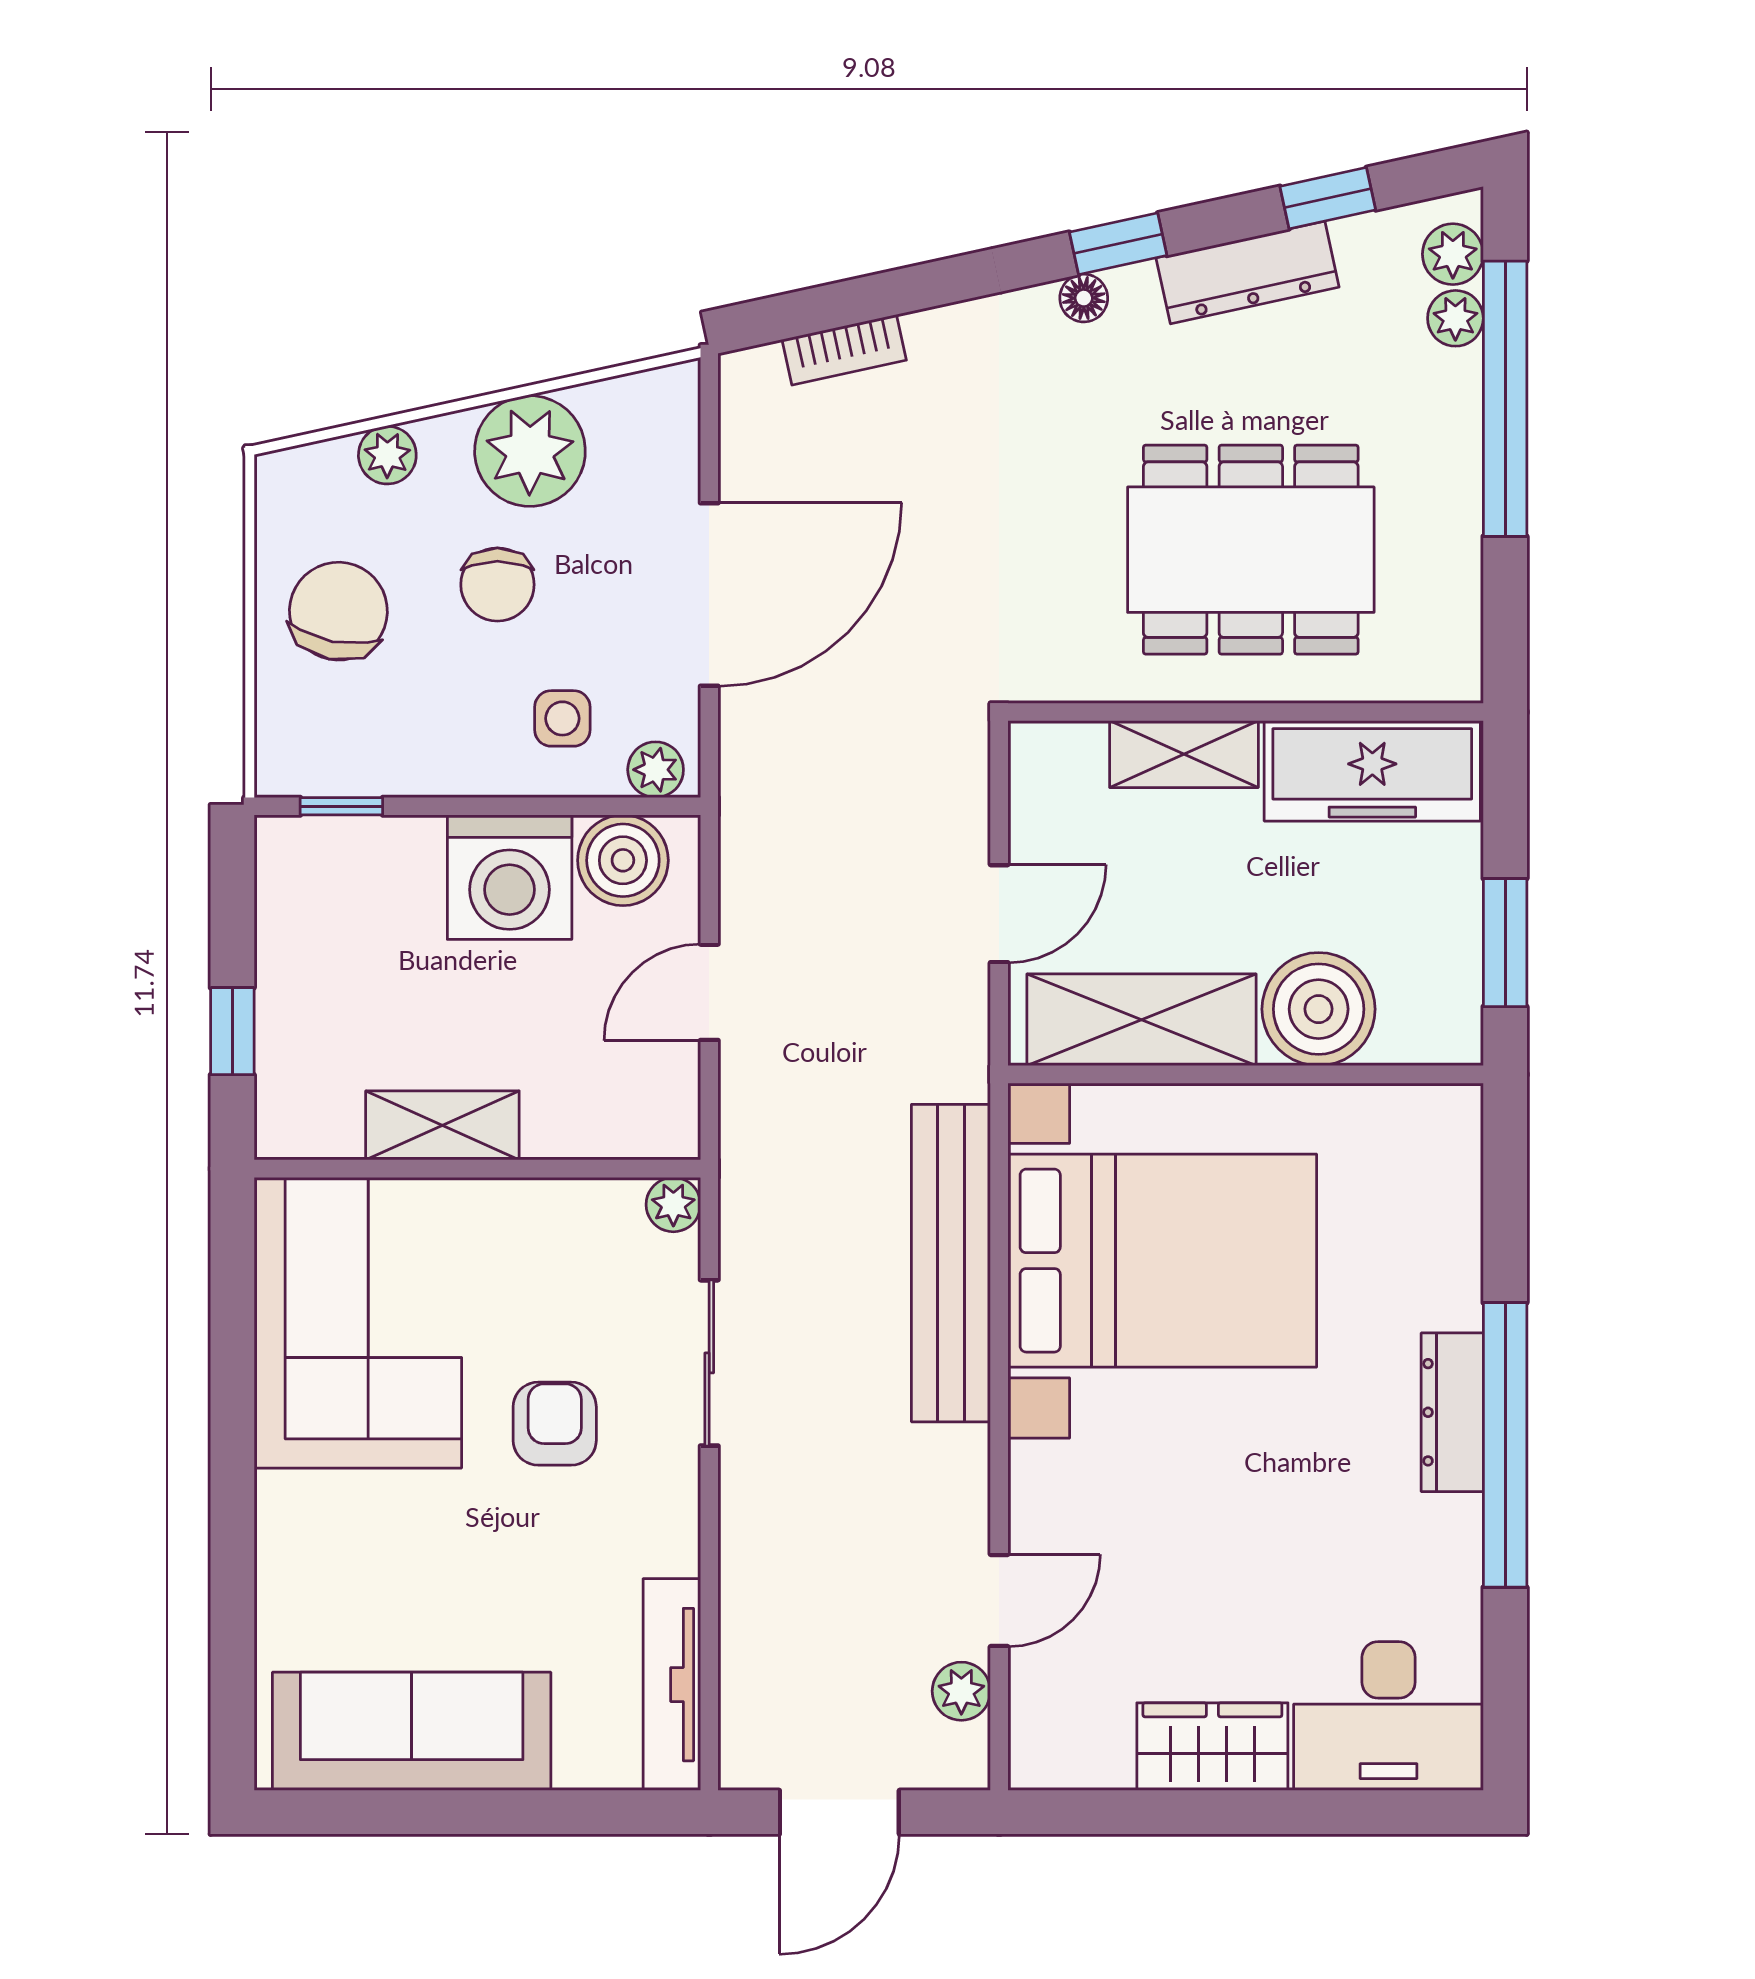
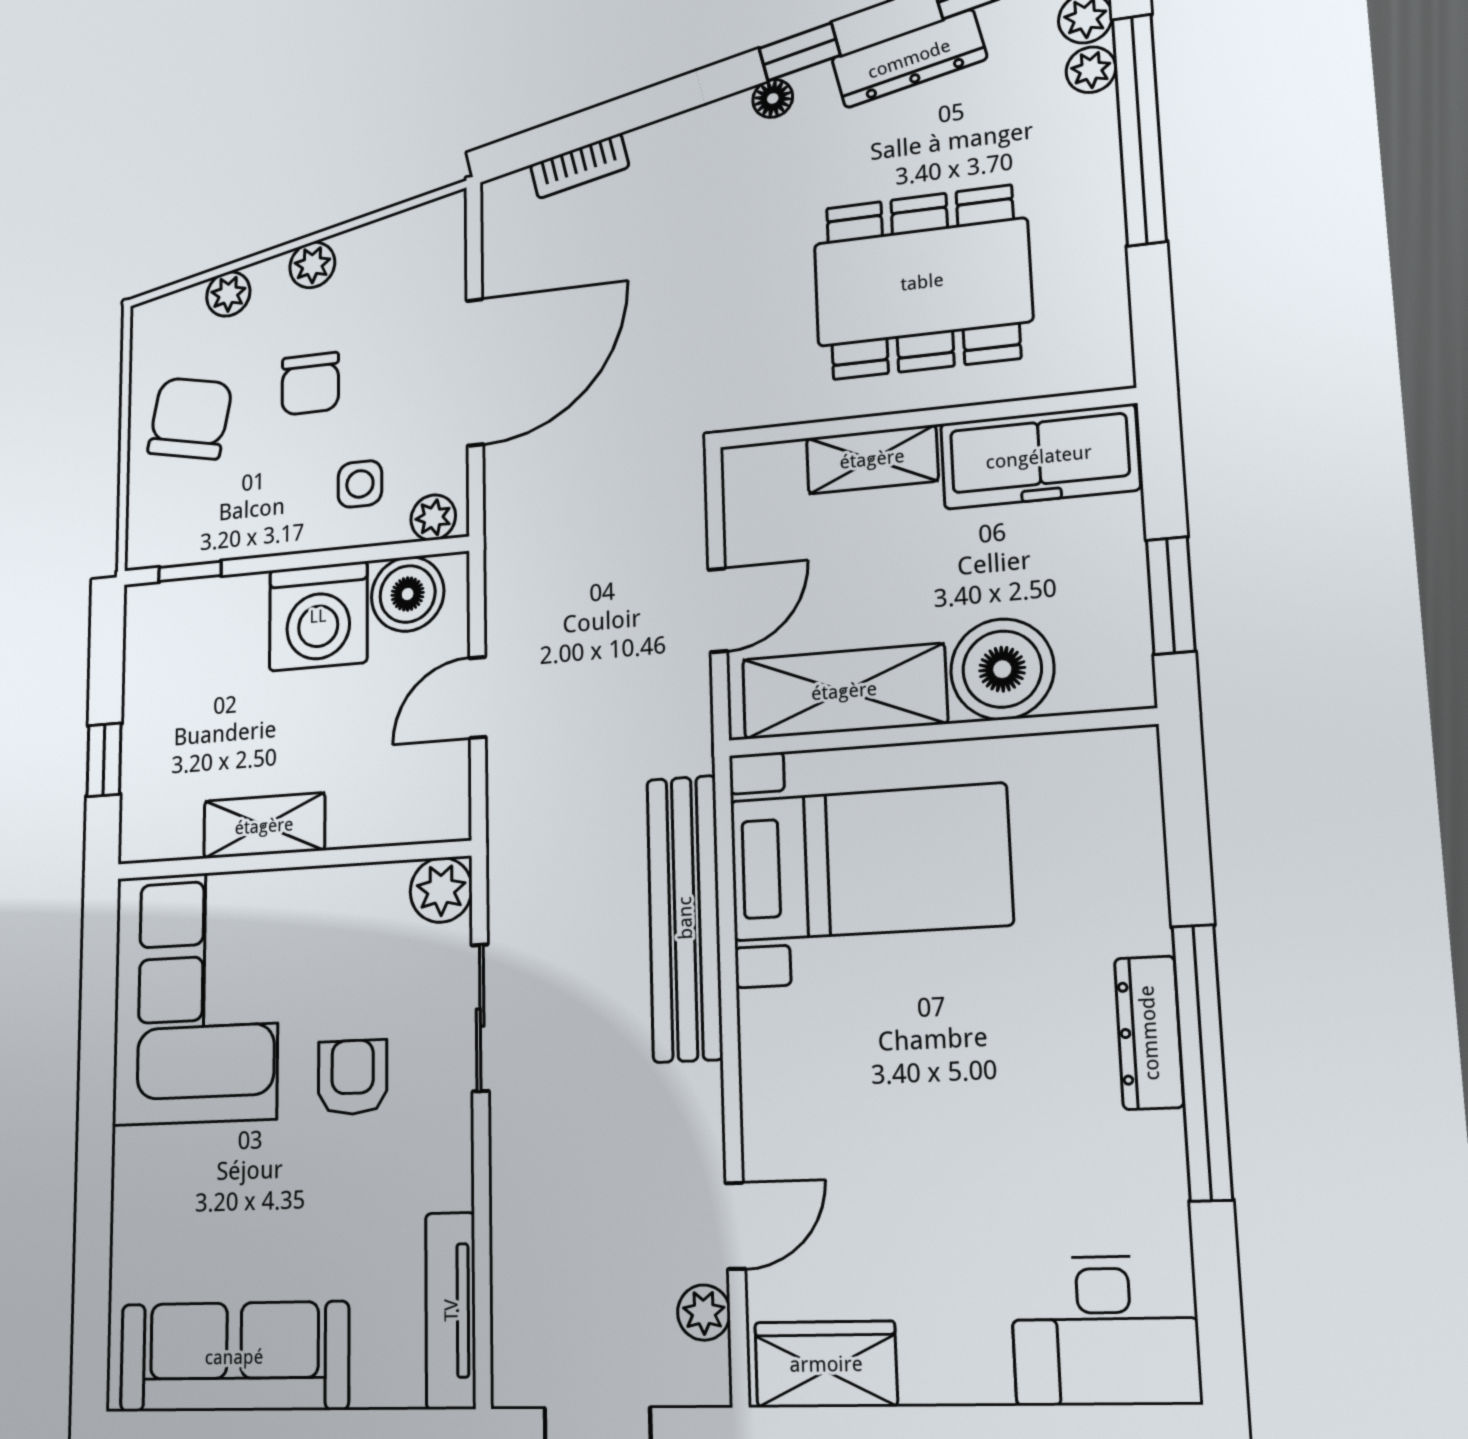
plant: (530, 451) -> (312, 265), width x0.53, depth x0.53
plant: (673, 1205) -> (441, 890), width x1.38, depth x1.38
bed with nightstands: (1162, 1261) -> (869, 862), width x0.73
wardrobe: (1212, 1747) -> (826, 1364), moved

